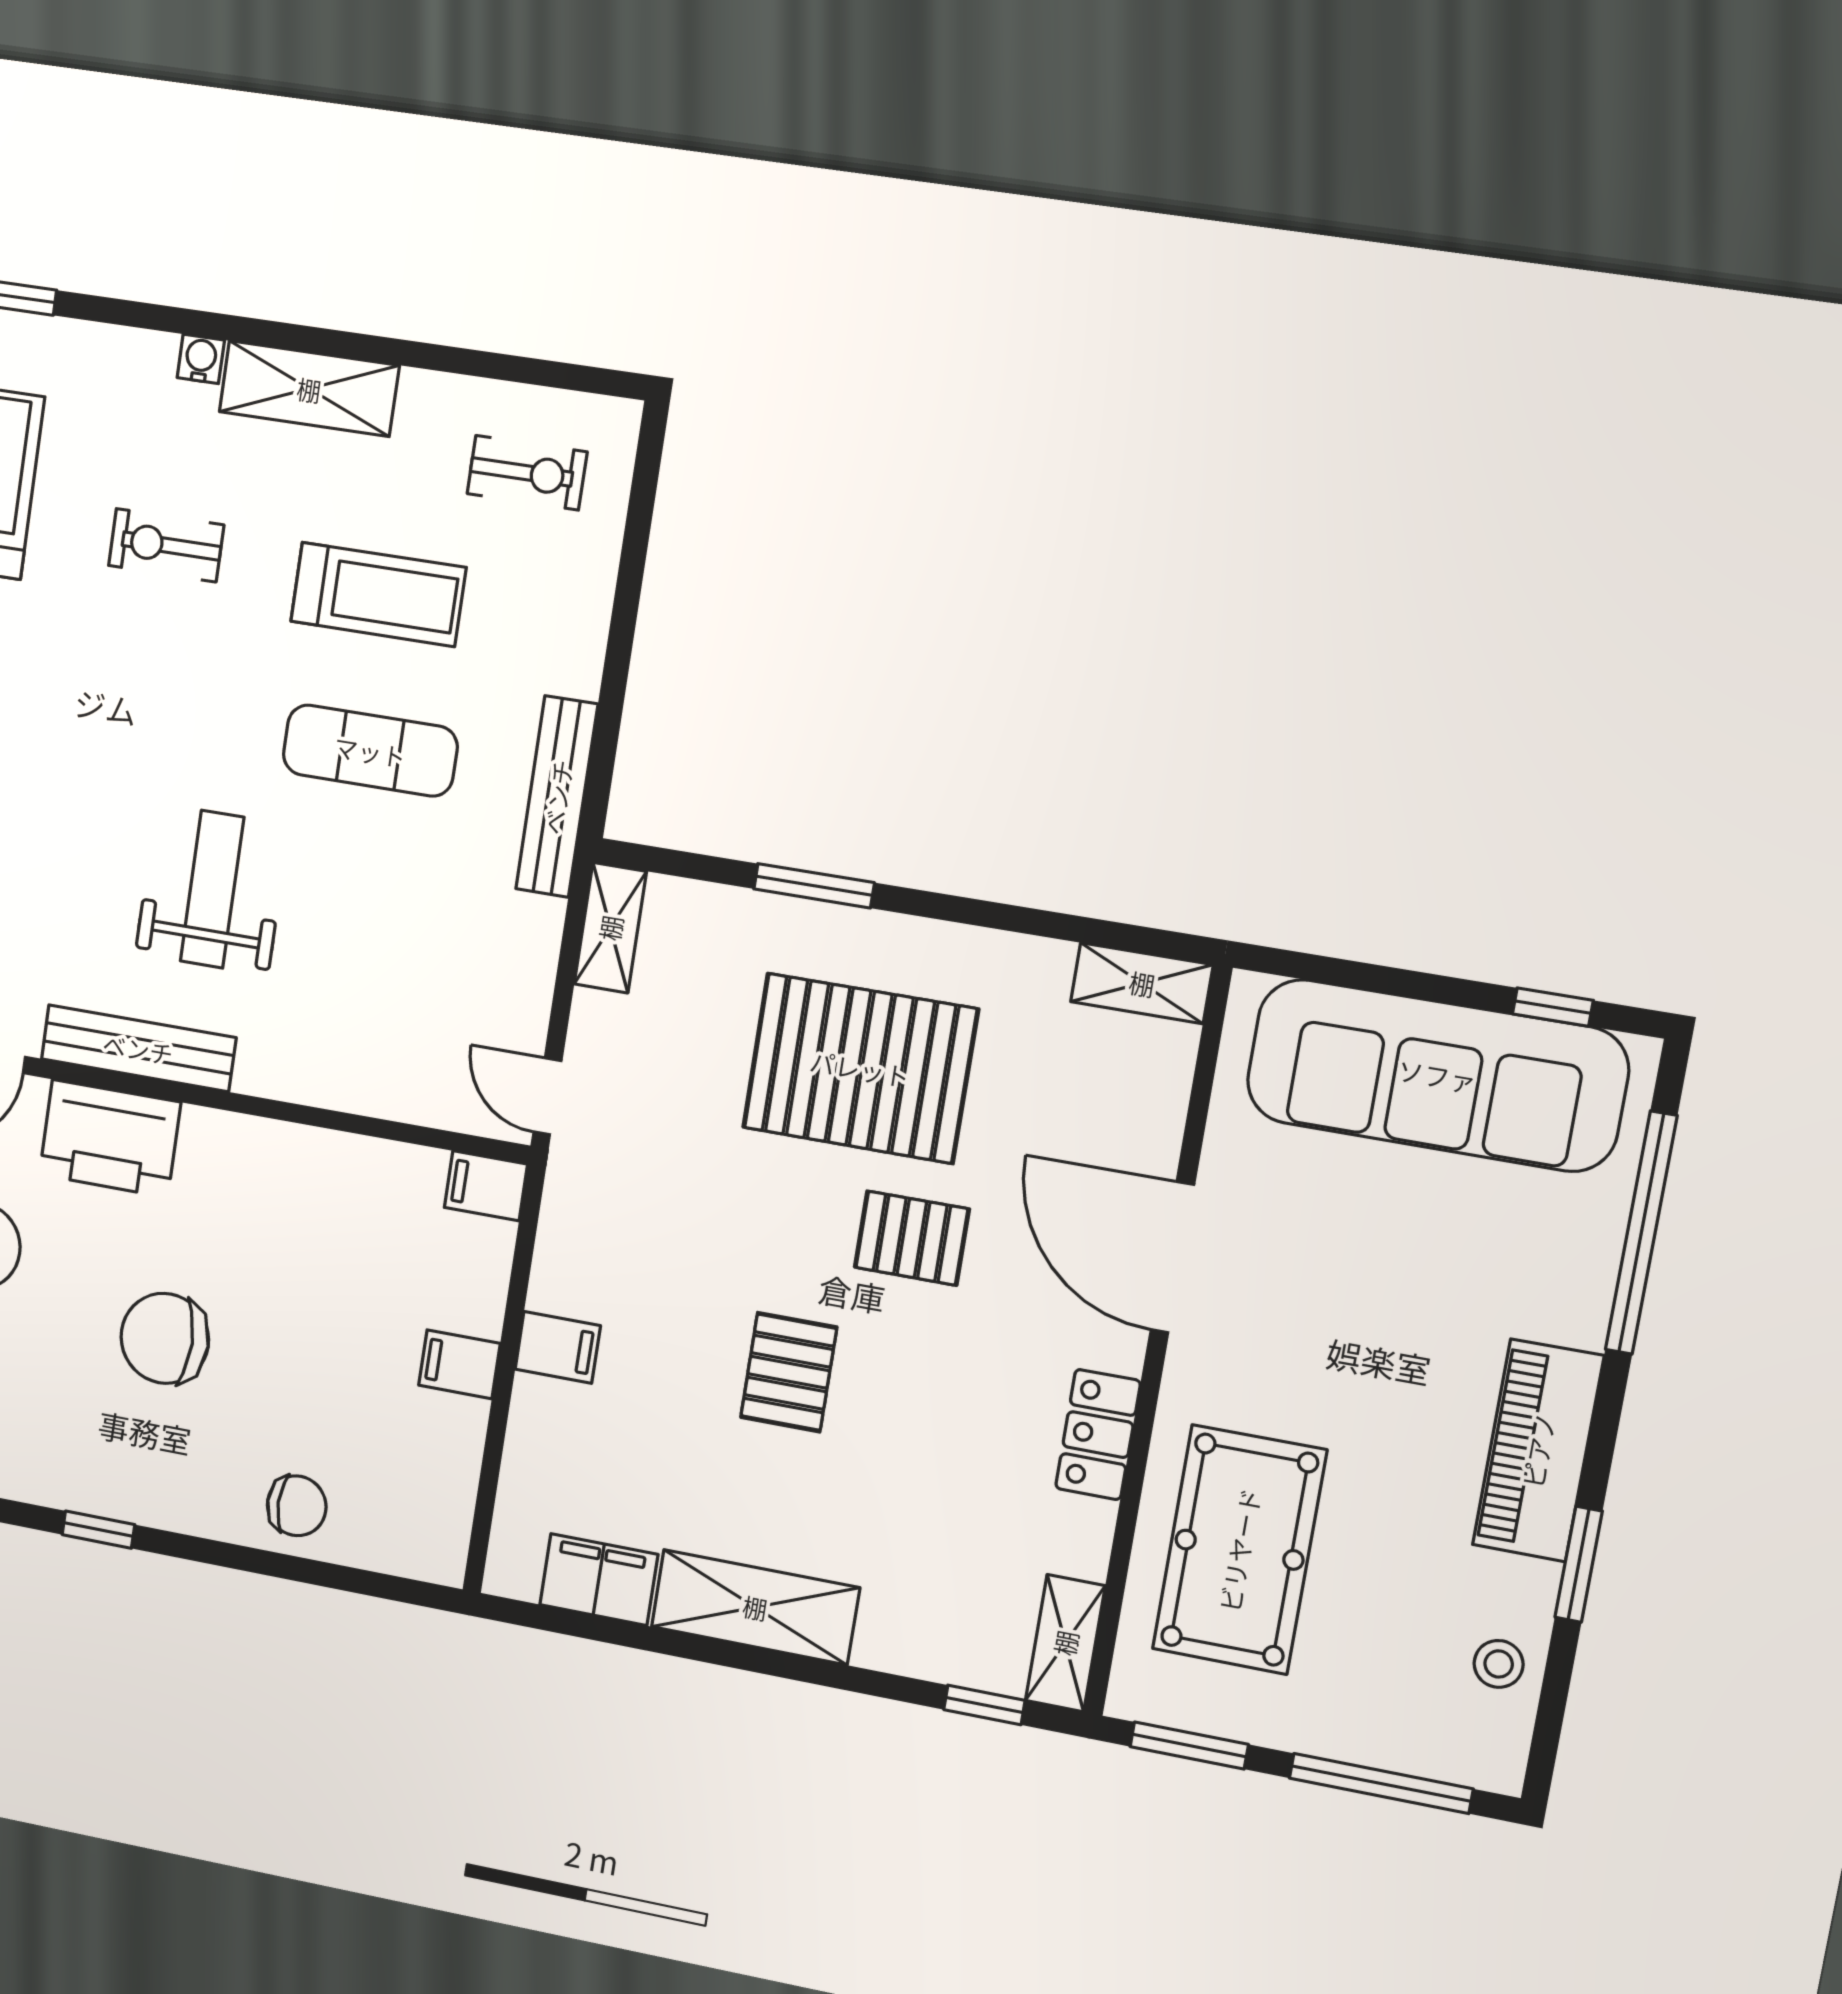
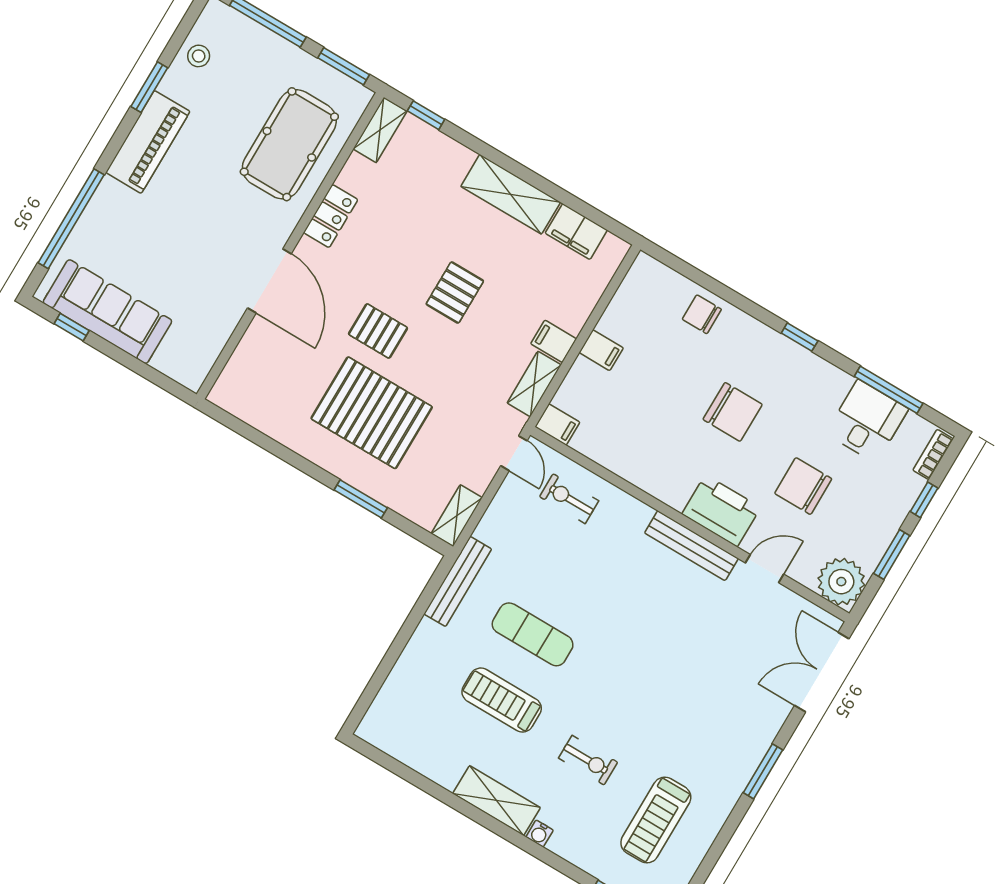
exercise bike: (527, 473) -> (569, 499), moved
weight bench: (212, 889) -> (629, 602), removed
shelving: (1142, 983) -> (534, 384), moved, turned 90
sofa: (1437, 1075) -> (107, 312), width x0.74, depth x0.79

